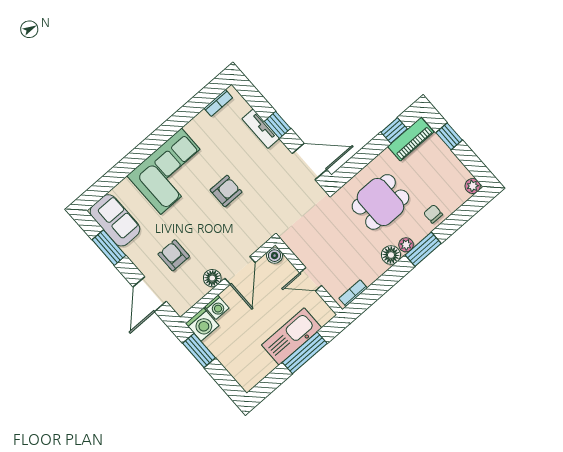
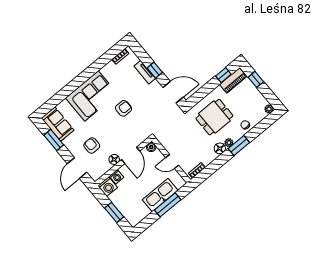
window: (199, 350) -> (114, 212), moved

